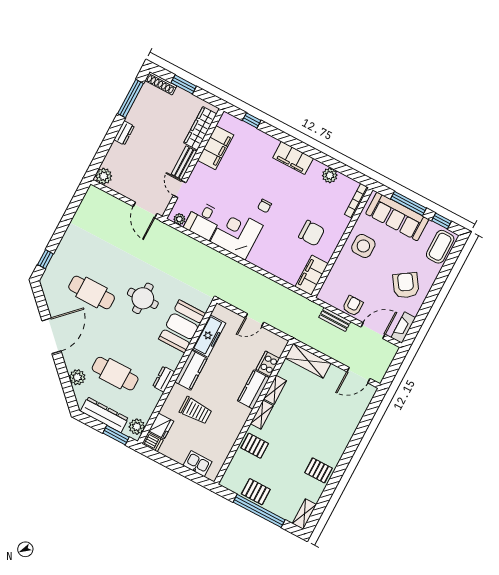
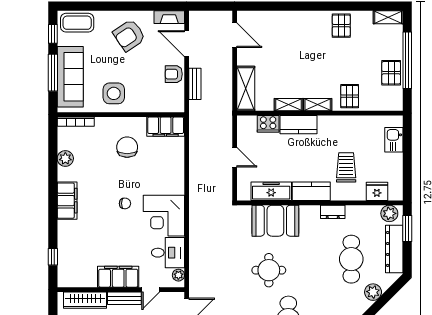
filing cabinet: (216, 148) -> (118, 277), moved
dishwasher: (153, 442) -> (396, 192), removed

